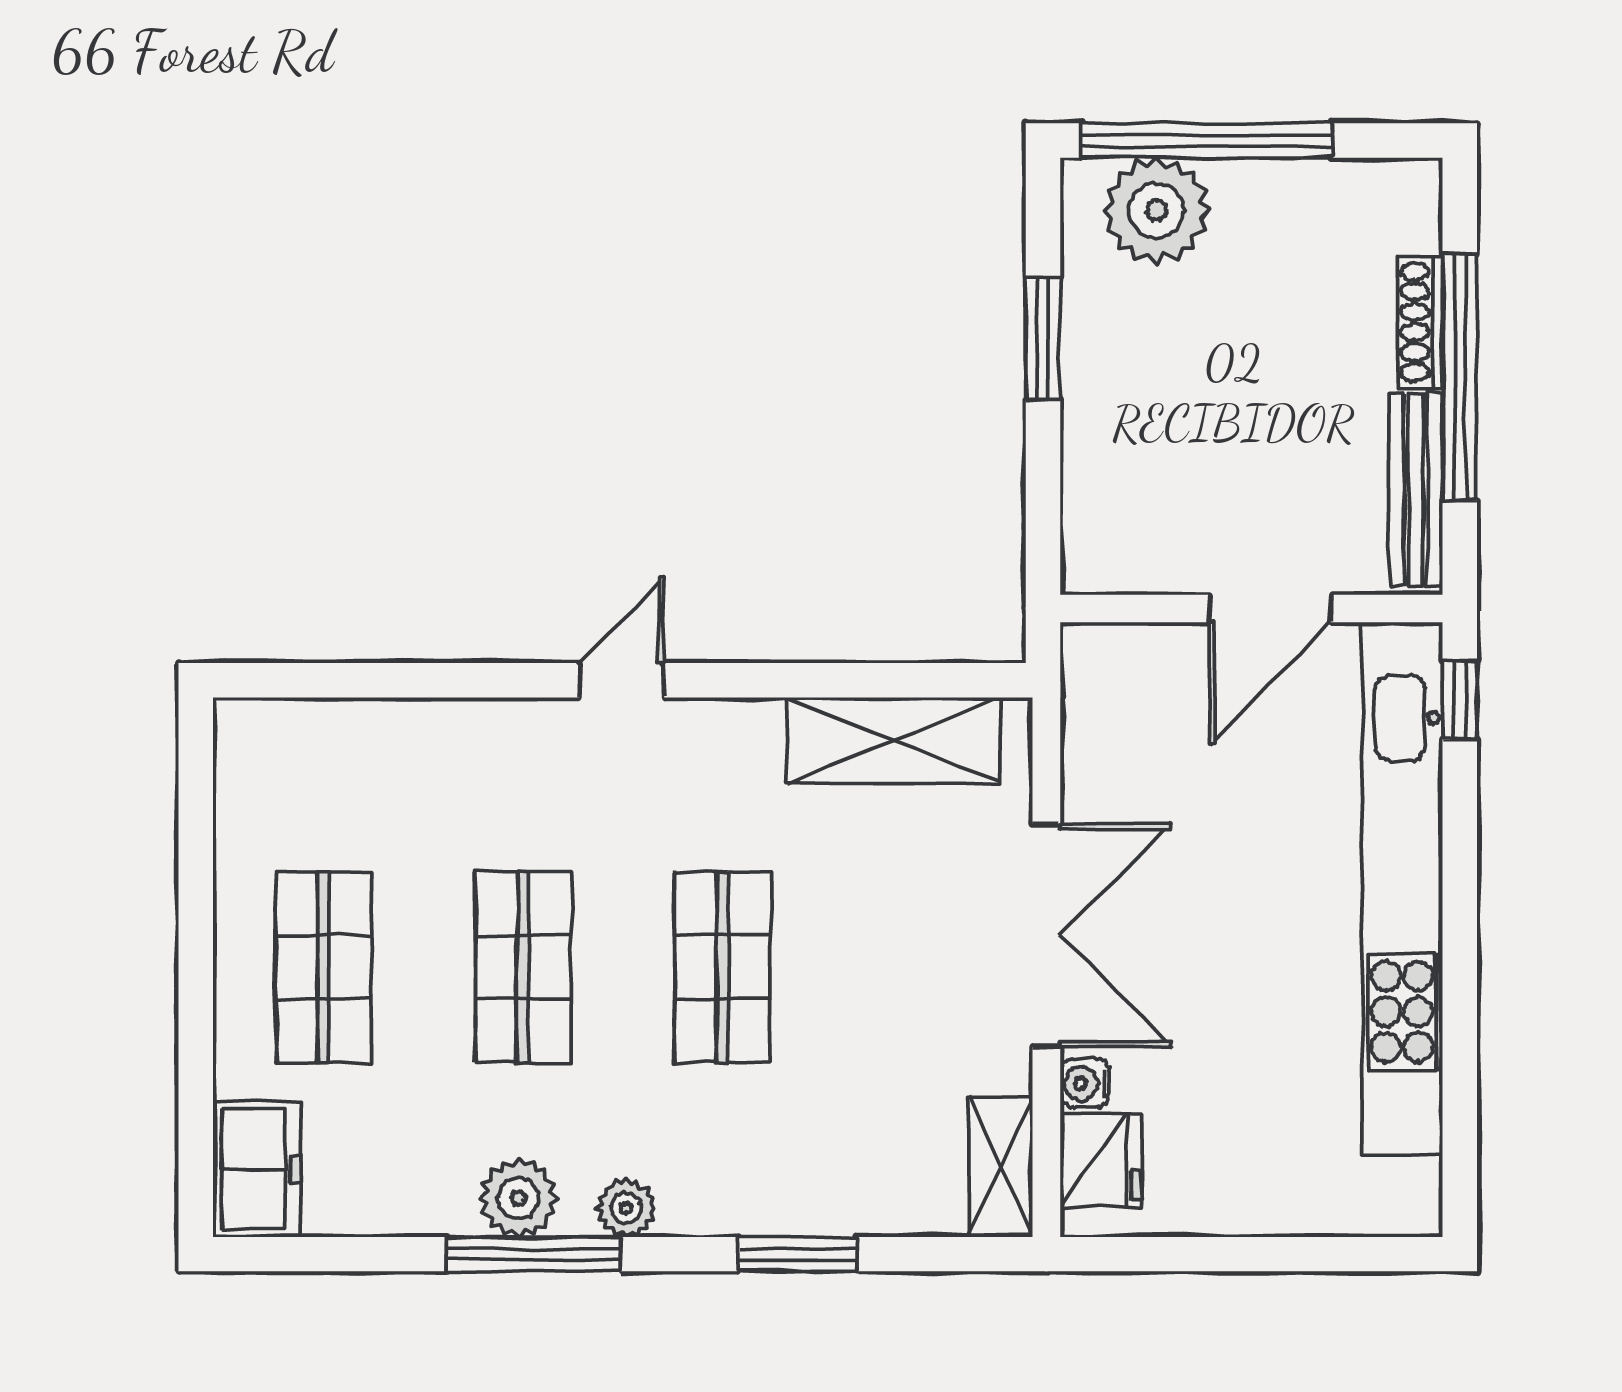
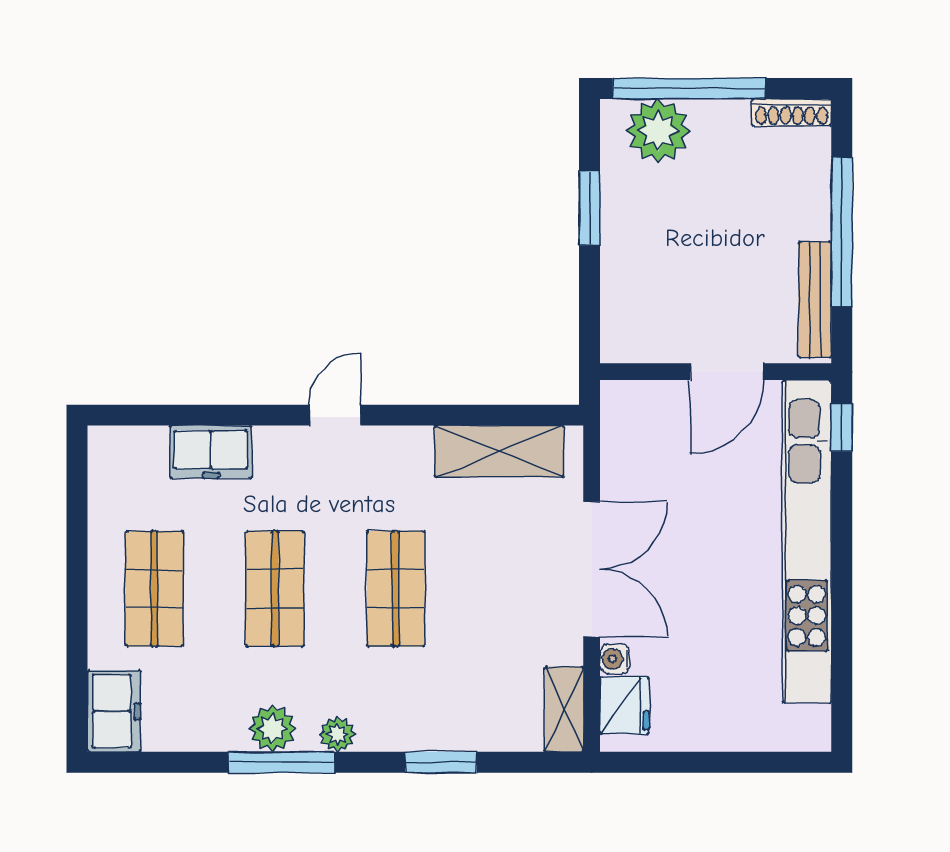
shoe rack: (1420, 322) -> (792, 112), moved, turned -90
freezer: (417, 741) -> (211, 452), added

